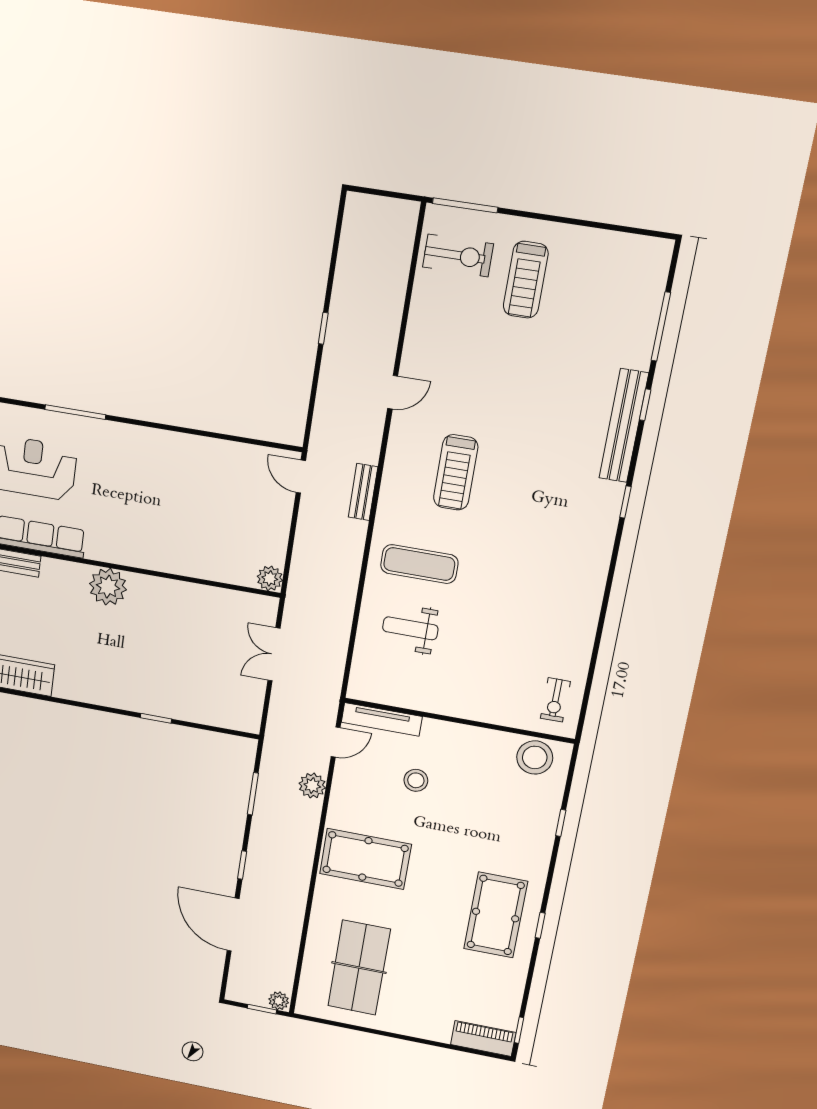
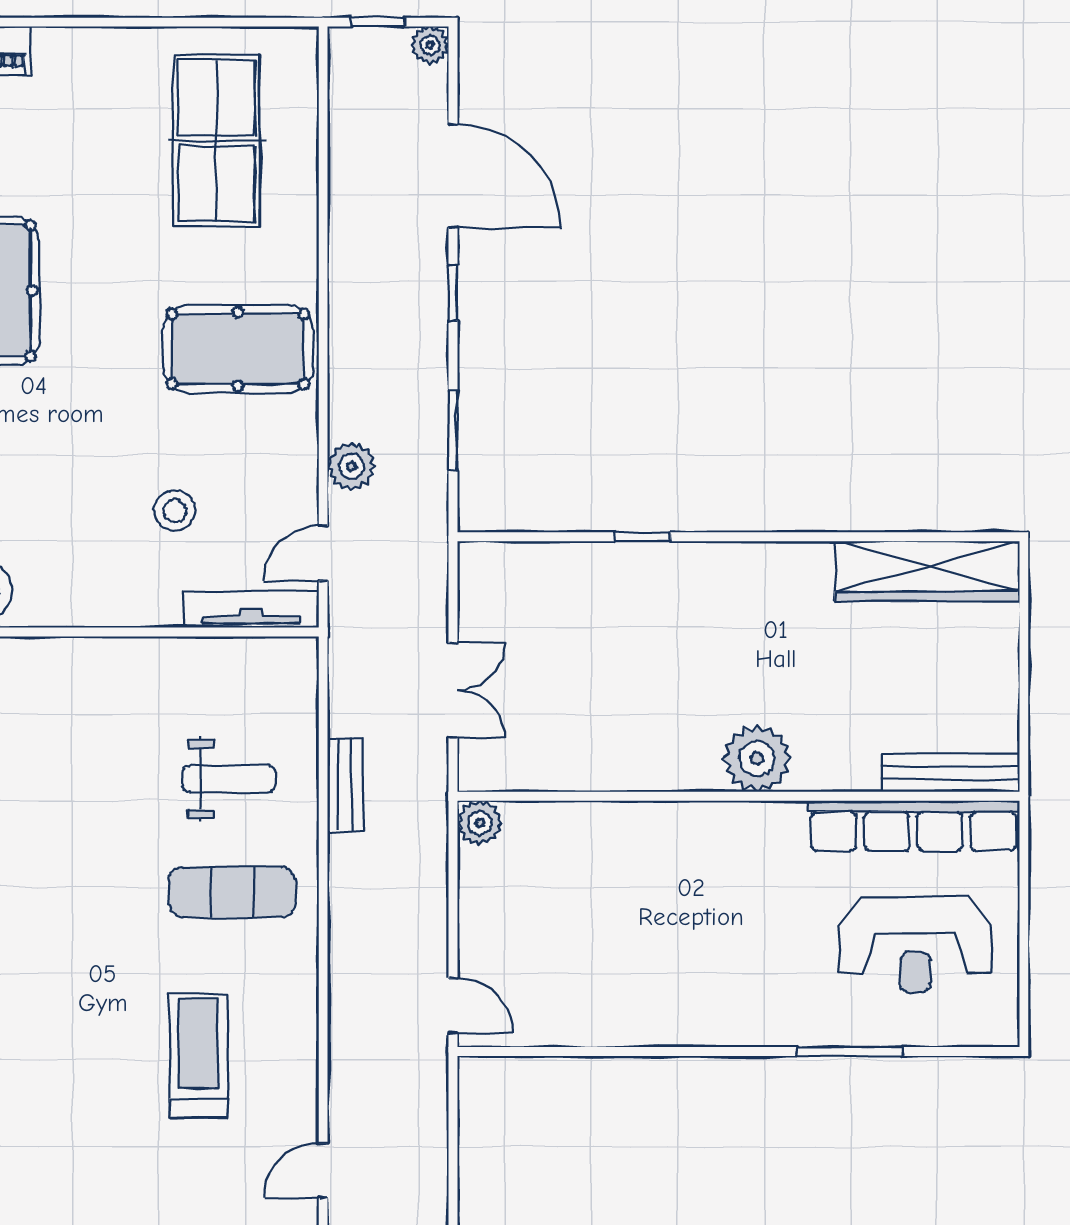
bench: (363, 492) -> (345, 785), moved
plant: (279, 1001) -> (430, 45), moved

